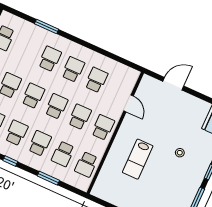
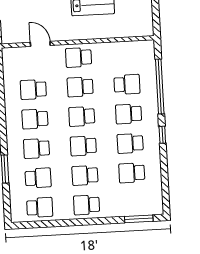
door: (129, 103) -> (40, 44), hinge flipped
school desk: (86, 164) -> (38, 178), moved
window: (48, 178) -> (160, 86), width x2.11

